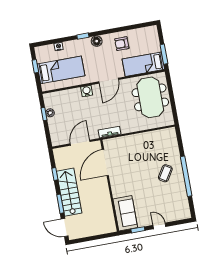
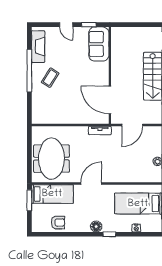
armchair: (122, 44) -> (58, 223), moved
water cooler: (87, 91) -> (116, 177), removed
door: (105, 162) -> (110, 100), swing flipped
fireplace: (182, 201) -> (38, 47), added

